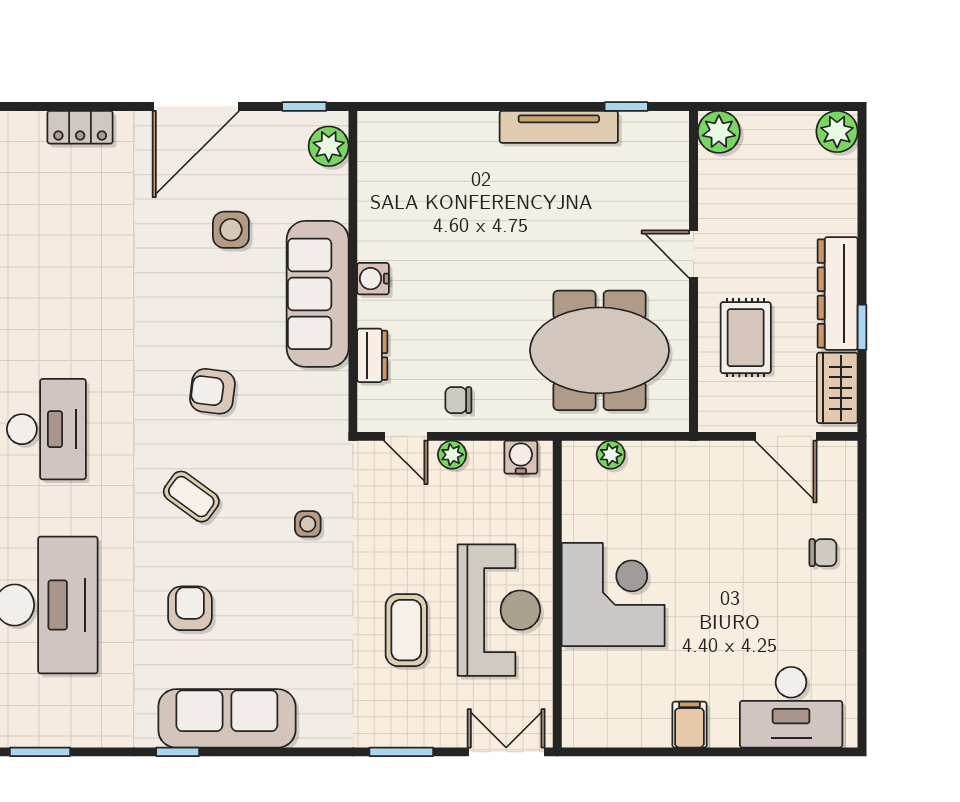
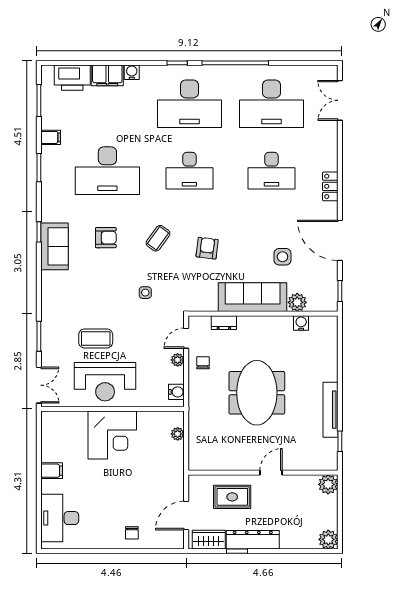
plant: (329, 146) -> (297, 302), moved
desk: (46, 253) -> (271, 171), added
water cooler: (373, 279) -> (301, 323), moved
meeting table: (600, 350) -> (257, 393), moved
sofa: (227, 718) -> (55, 246), width x0.73

